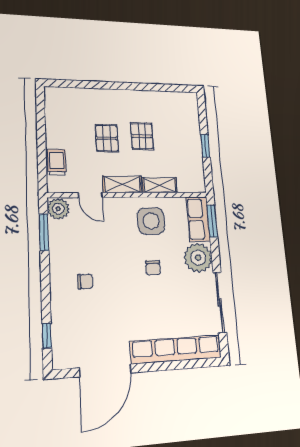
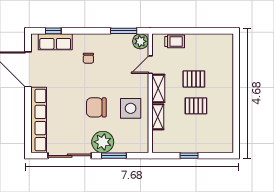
row of seats: (198, 219) -> (55, 42), moved, turned 180
window: (212, 221) -> (114, 156), moved
chair: (153, 268) -> (96, 107), width x1.87, depth x1.87

